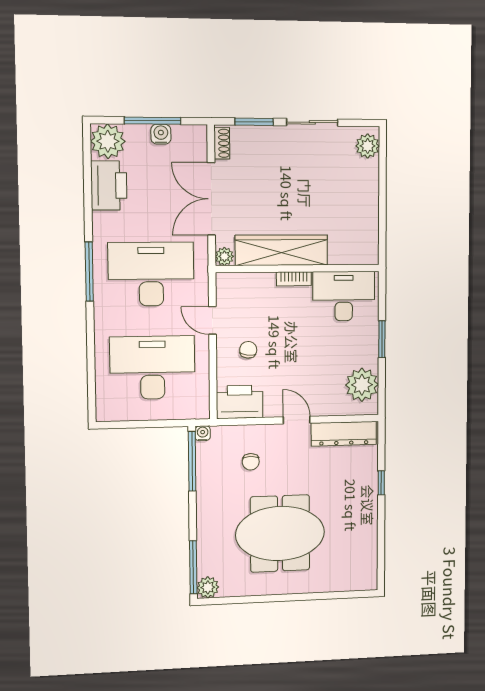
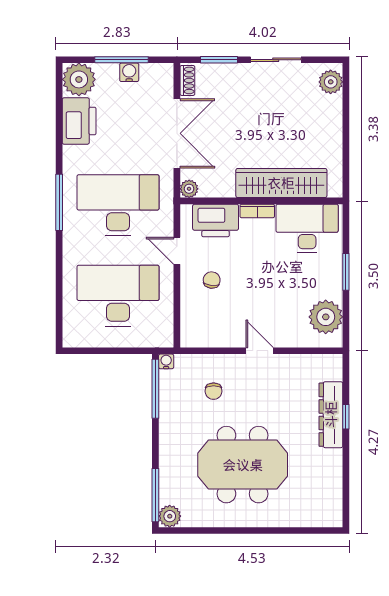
double door: (211, 199) -> (177, 133), swing flipped
wardrobe: (282, 250) -> (281, 183), moved
printer: (240, 402) -> (216, 221), moved, turned 180
dresser: (344, 434) -> (331, 415), moved, turned 90

